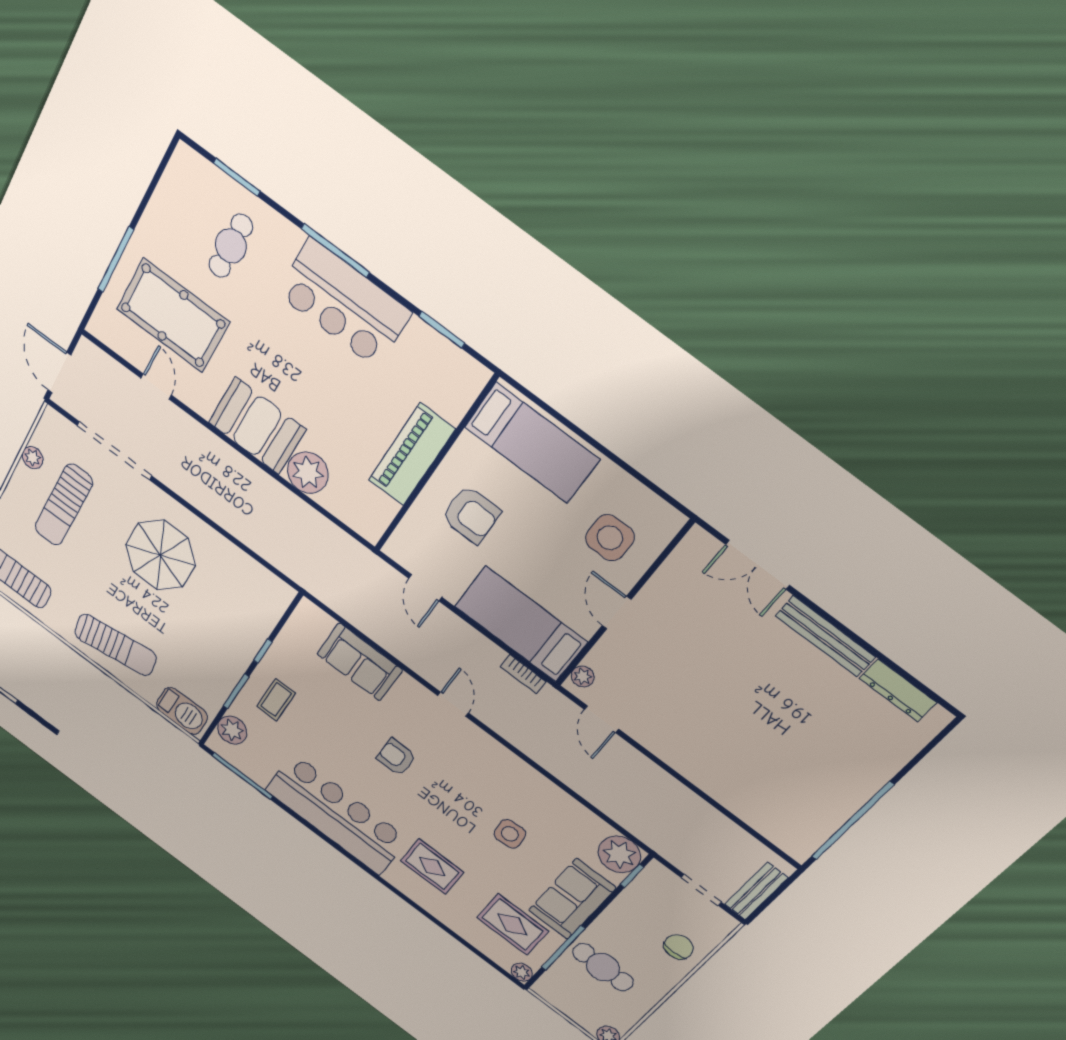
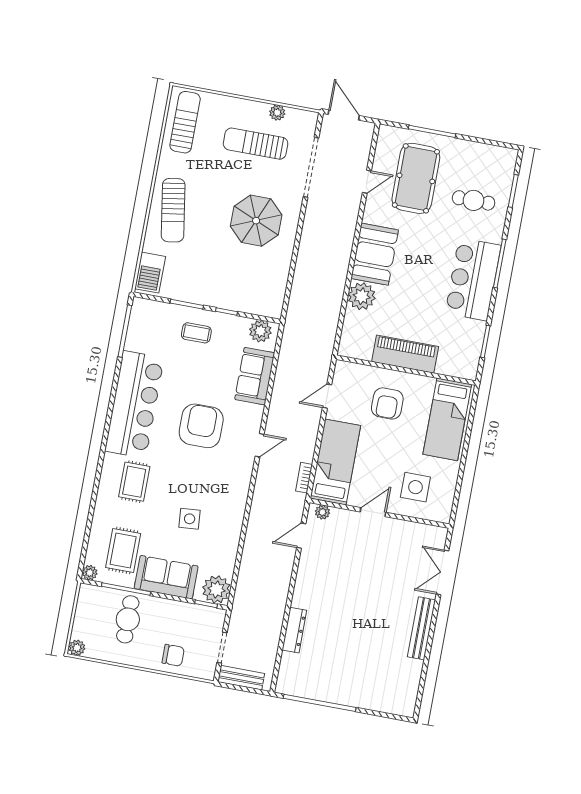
door: (59, 373) -> (344, 115), hinge flipped
dresser: (898, 690) -> (294, 630), moved, turned 180
plant: (232, 730) -> (260, 331), moved
armchair: (396, 757) -> (201, 426), width x1.88, depth x1.88

